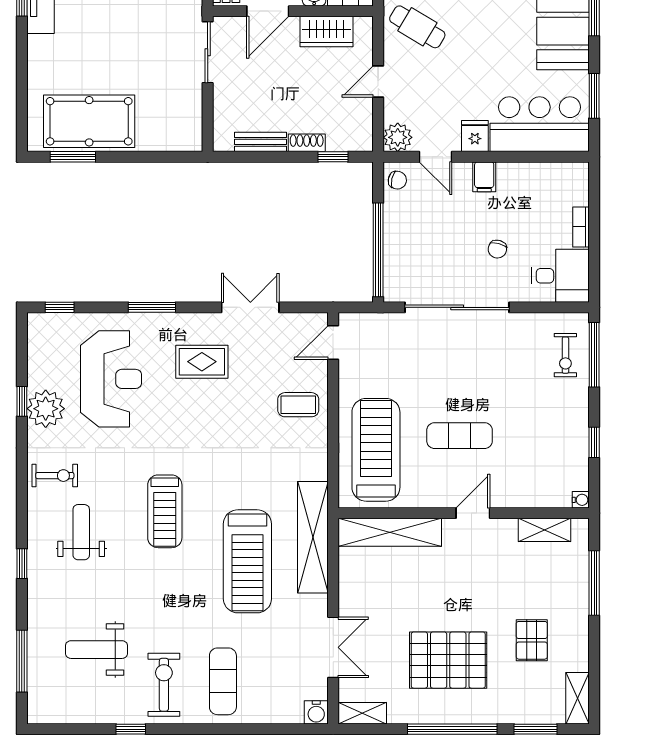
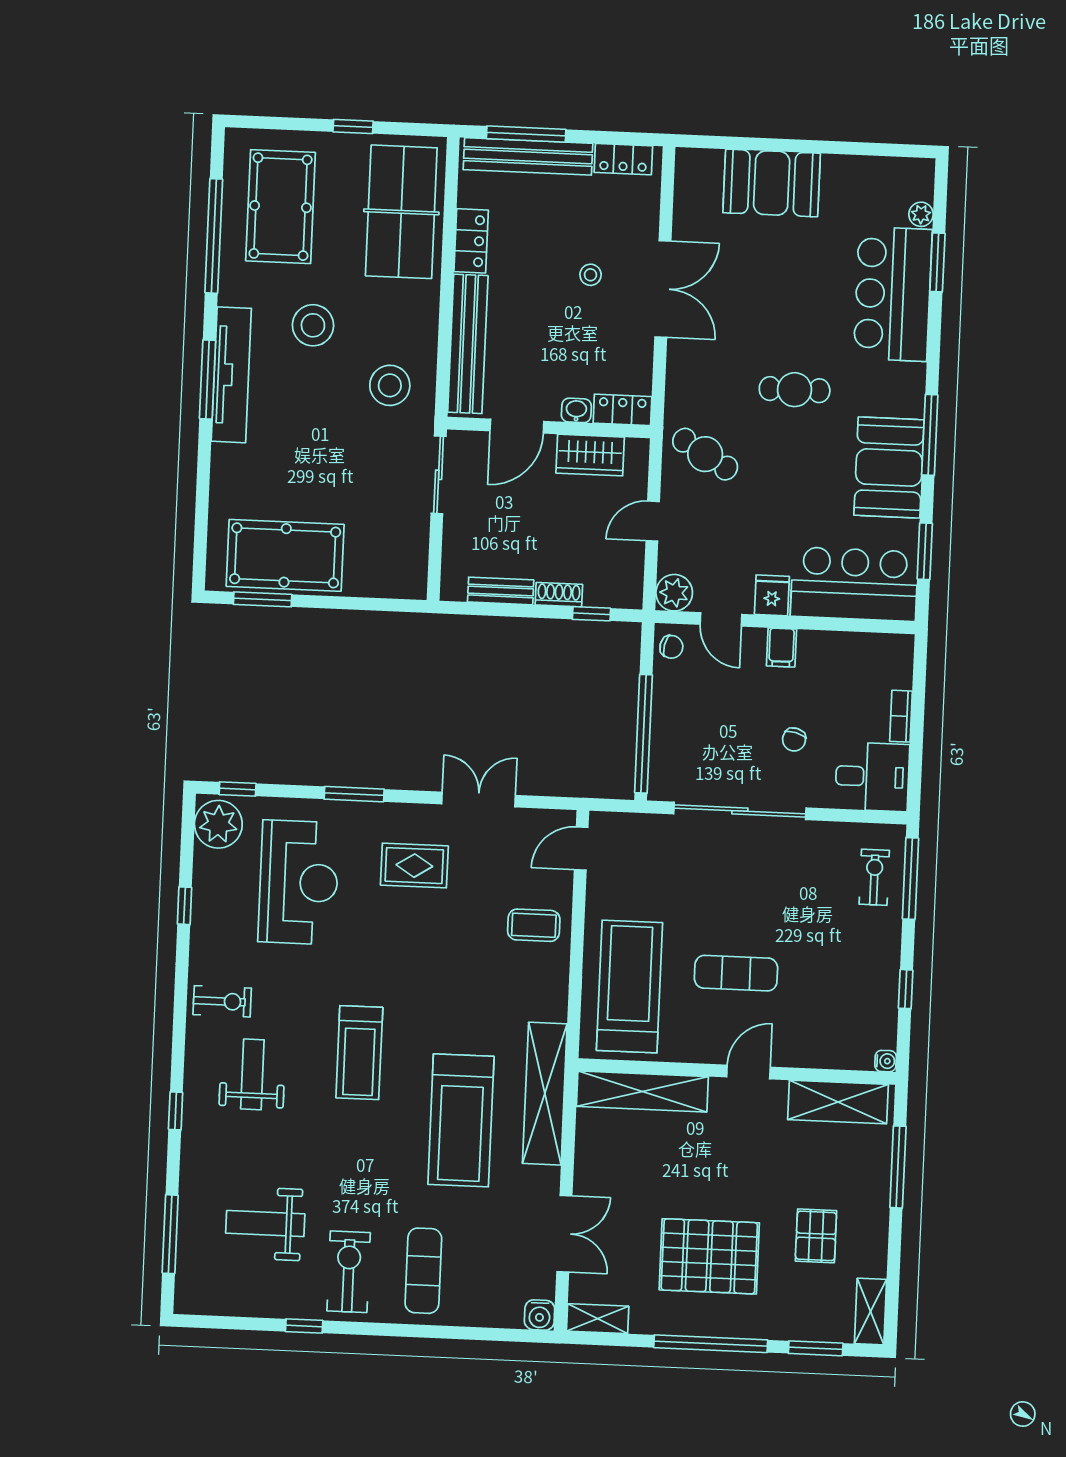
exercise bike: (565, 355) -> (874, 877), turned 180
plant: (46, 409) -> (218, 824), moved
shelving: (545, 530) -> (838, 1102), width x1.50, depth x1.33

